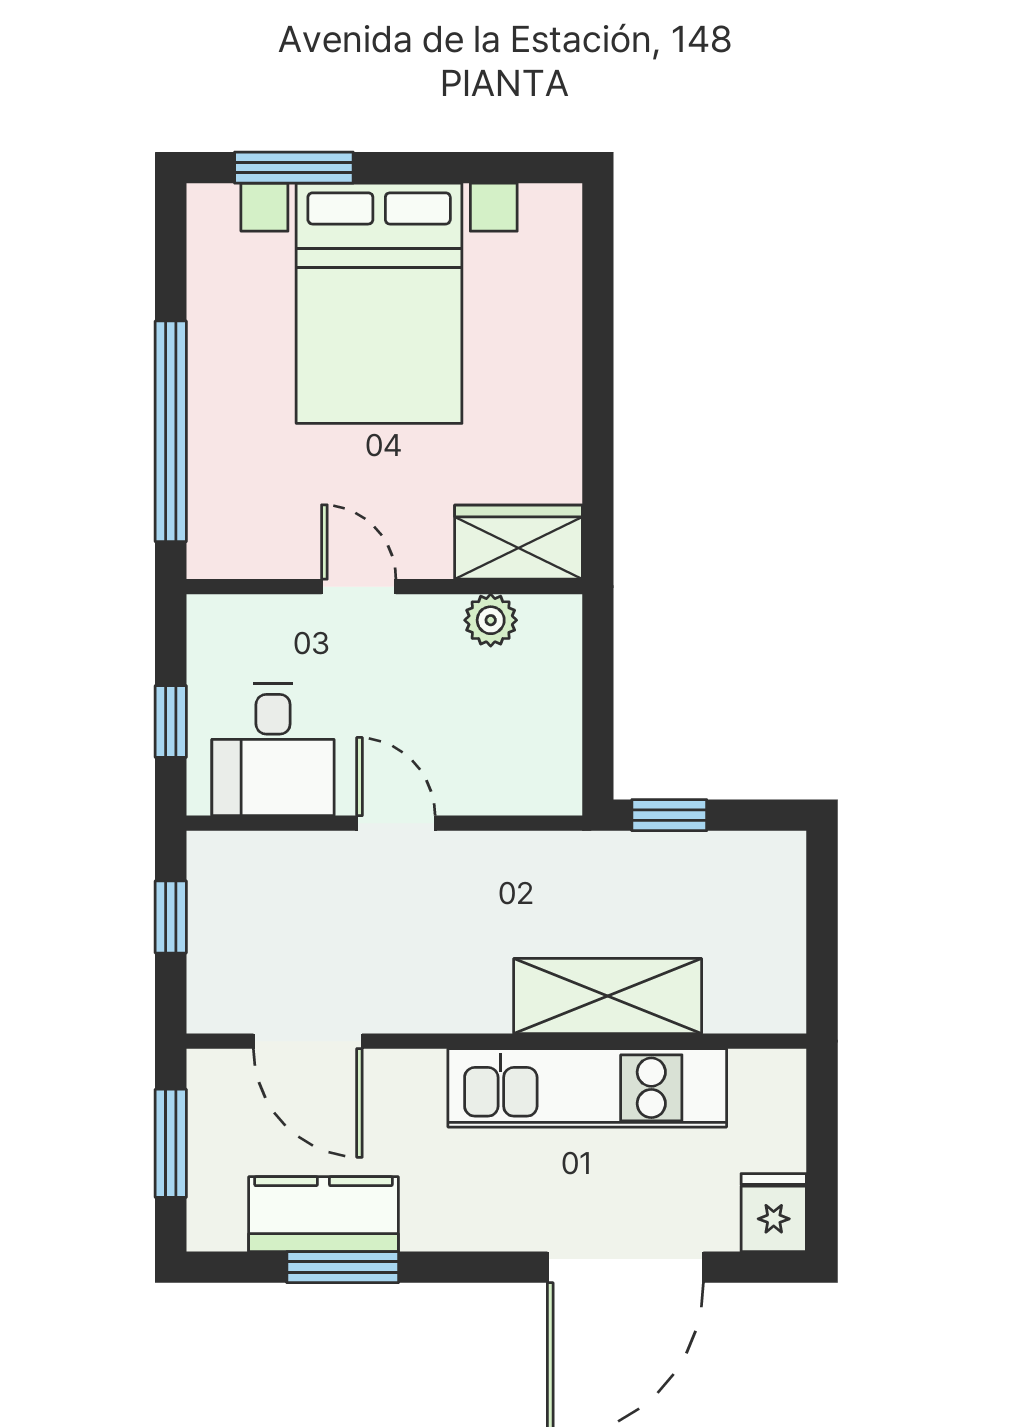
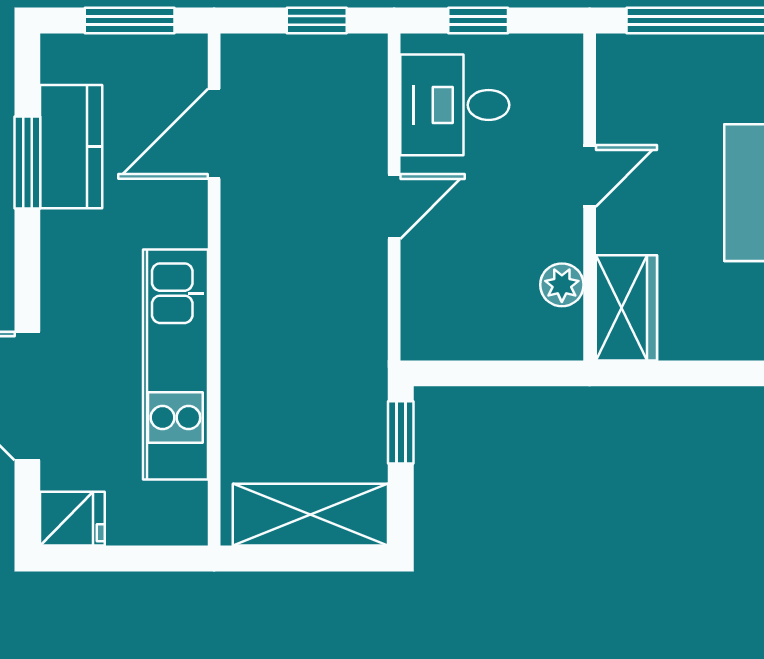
shelving: (608, 996) -> (310, 515), moved, turned 90

